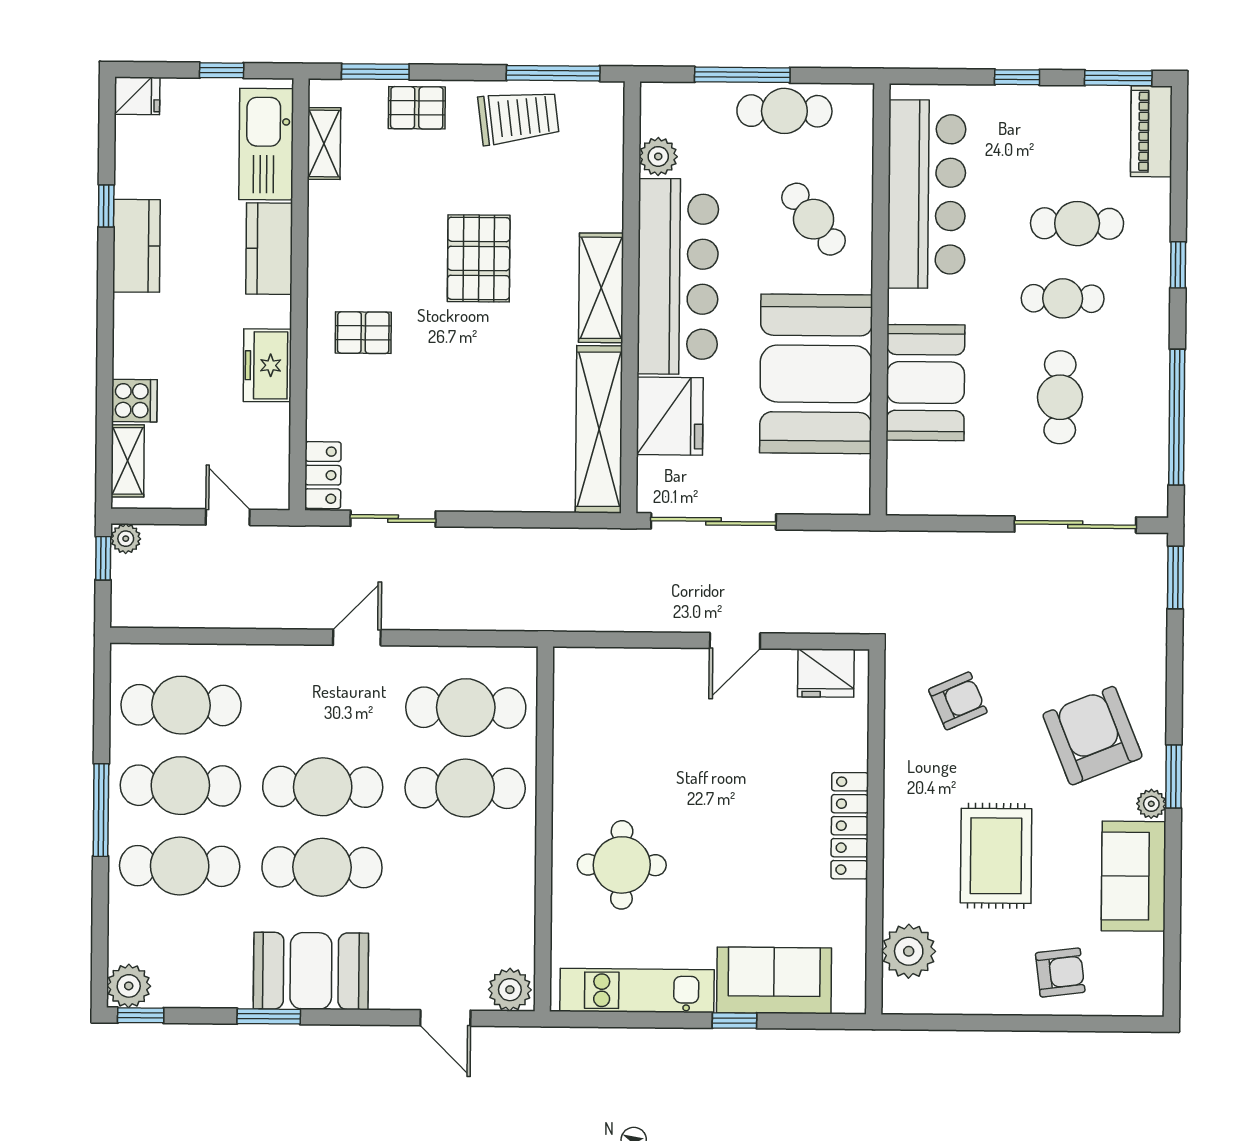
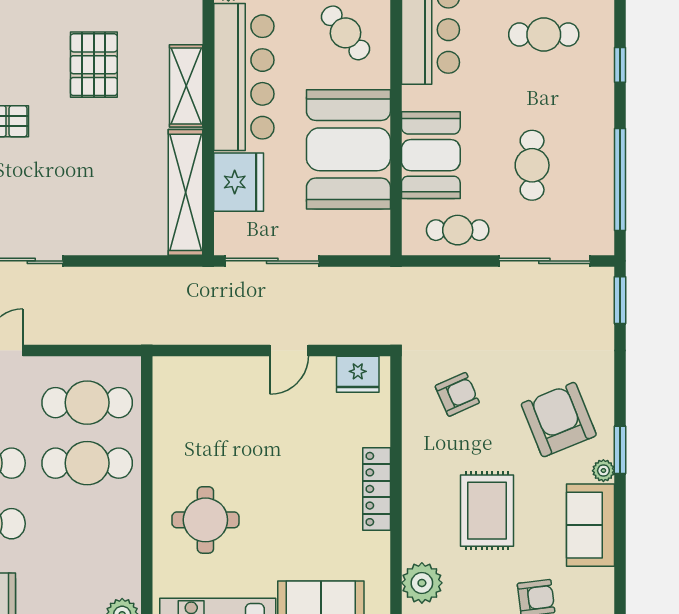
cafe table: (1063, 298) -> (458, 230), moved

